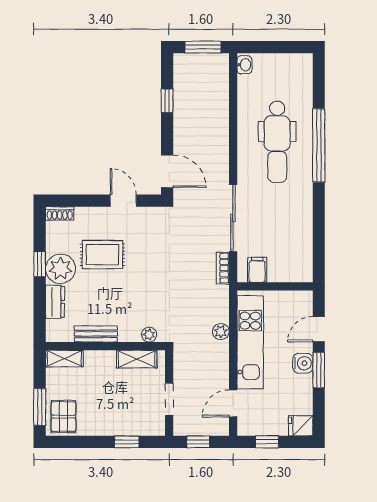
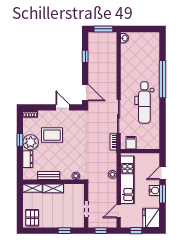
dental chair: (277, 142) -> (144, 102), moved
shelving: (137, 359) -> (53, 188), moved
window: (40, 407) -> (20, 213), removed
fridge: (301, 426) -> (151, 218), width x1.88, depth x1.34

